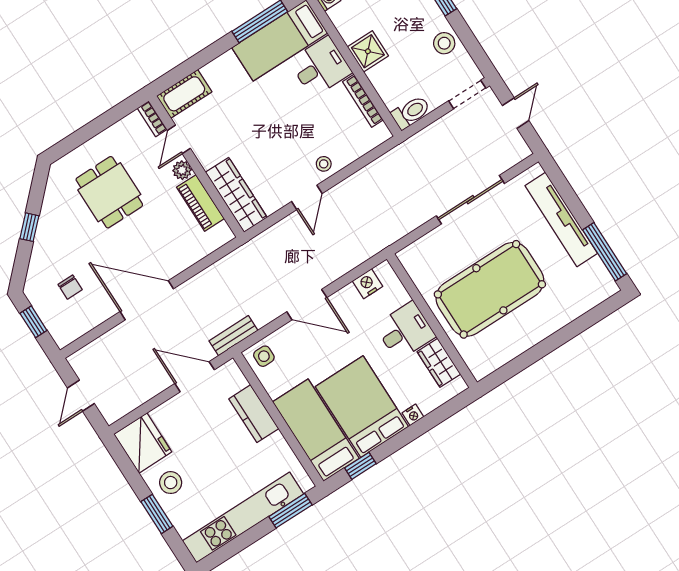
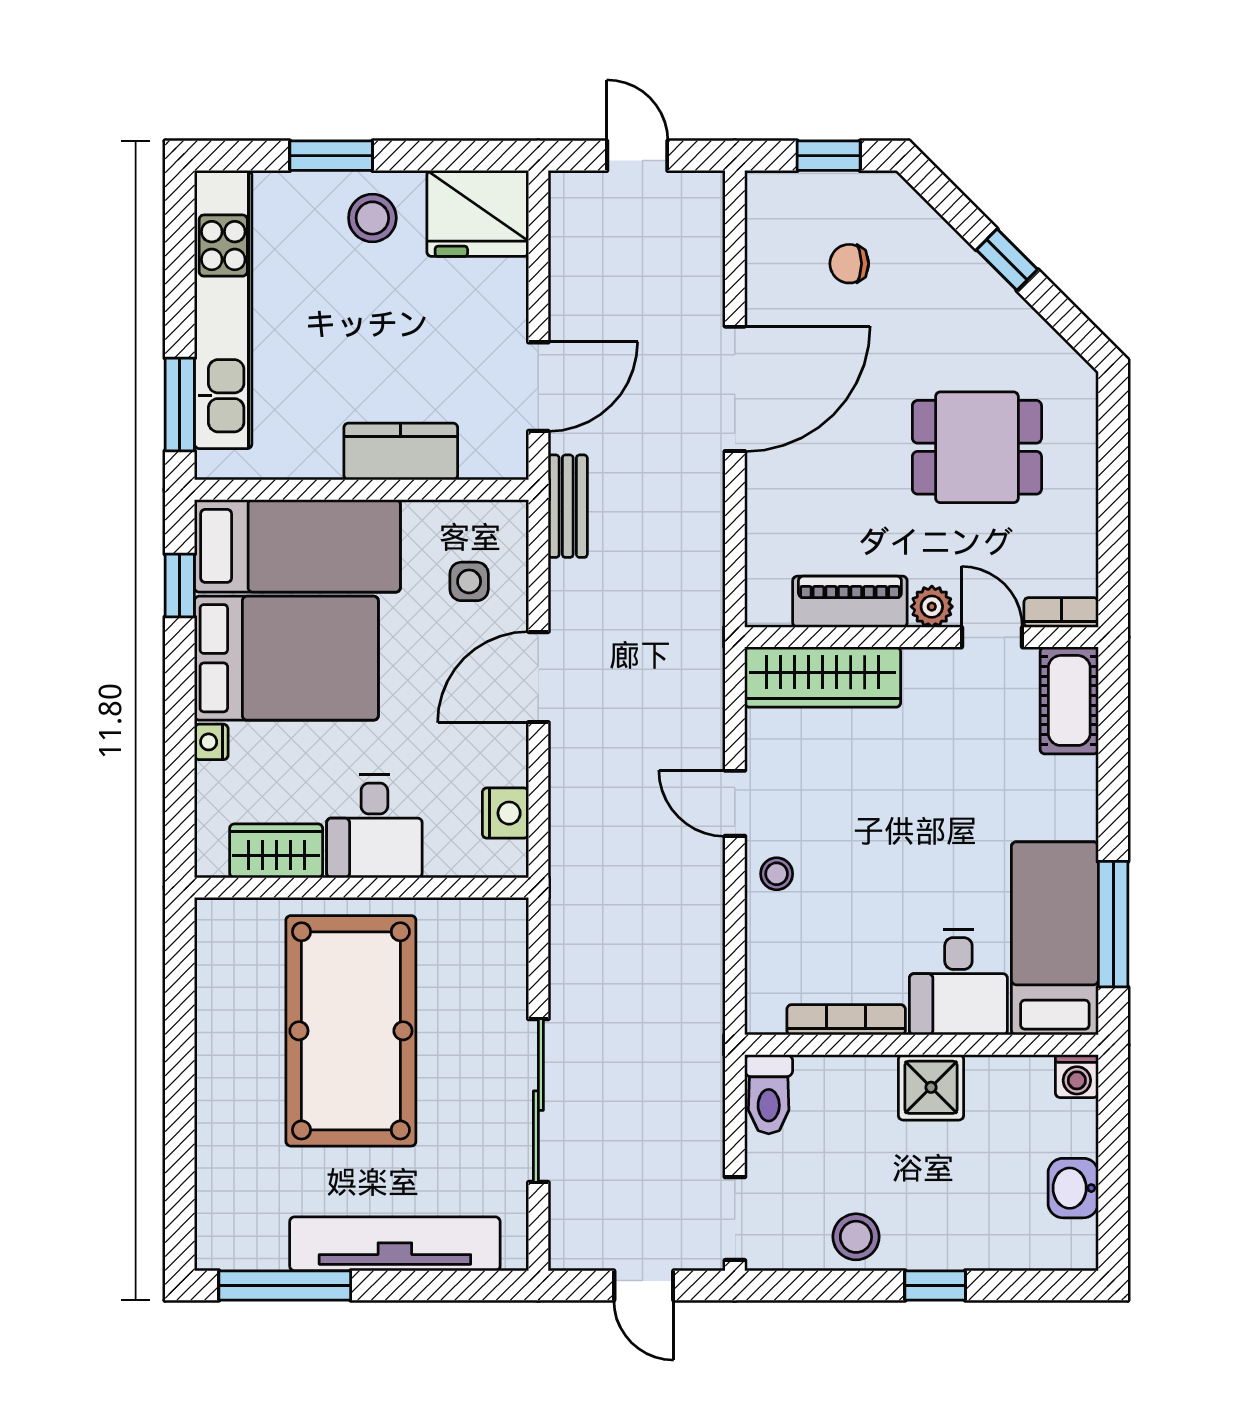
side table: (264, 356) -> (469, 581), moved

